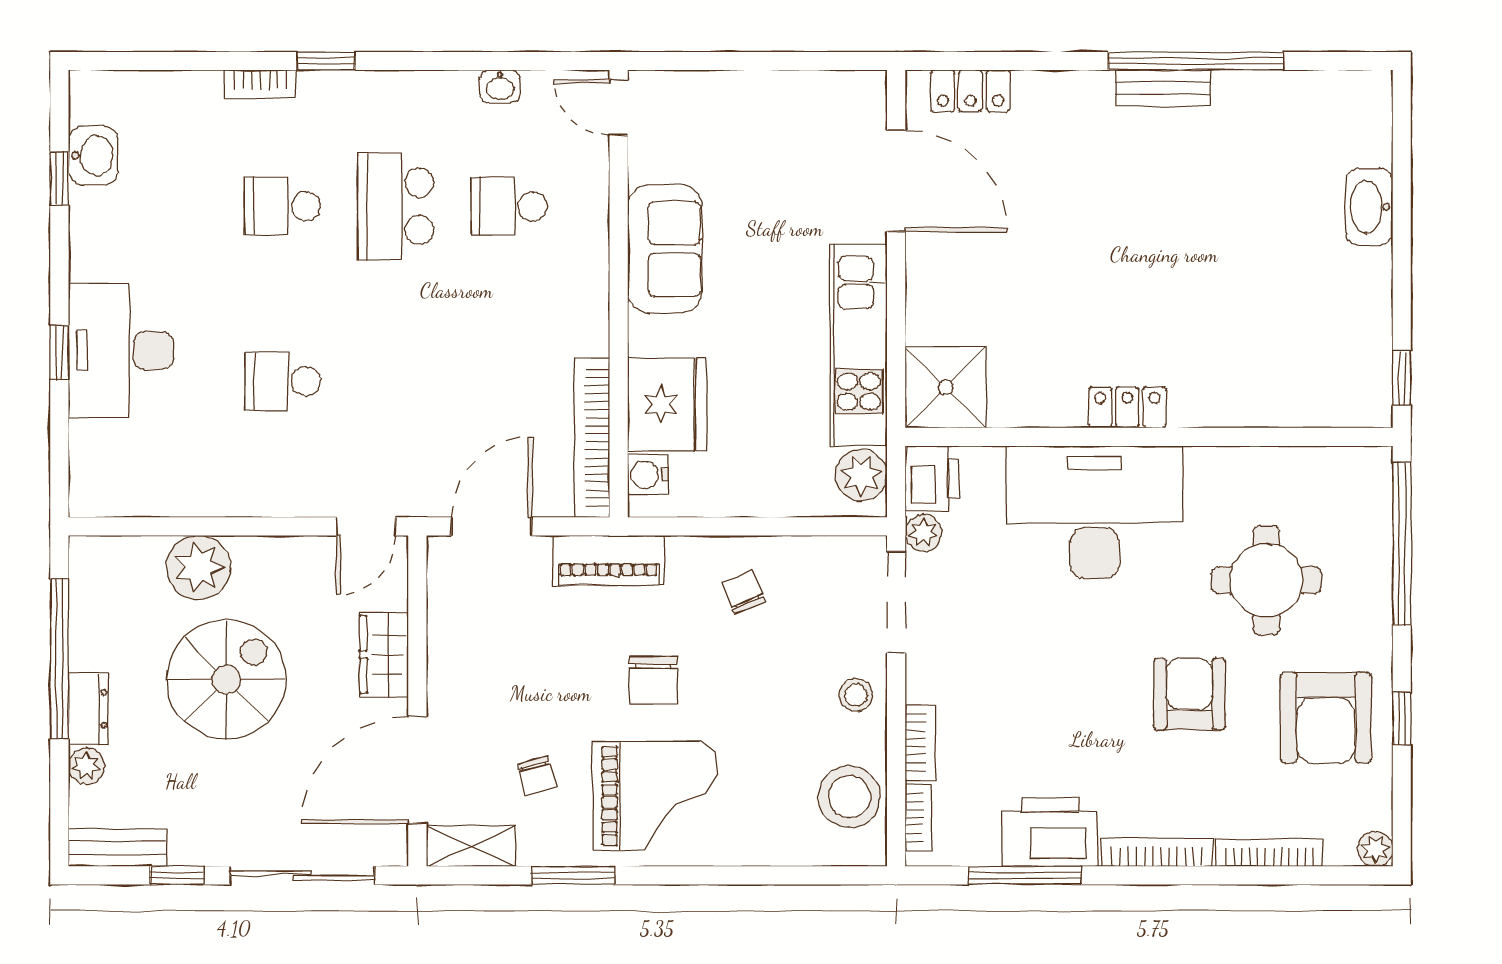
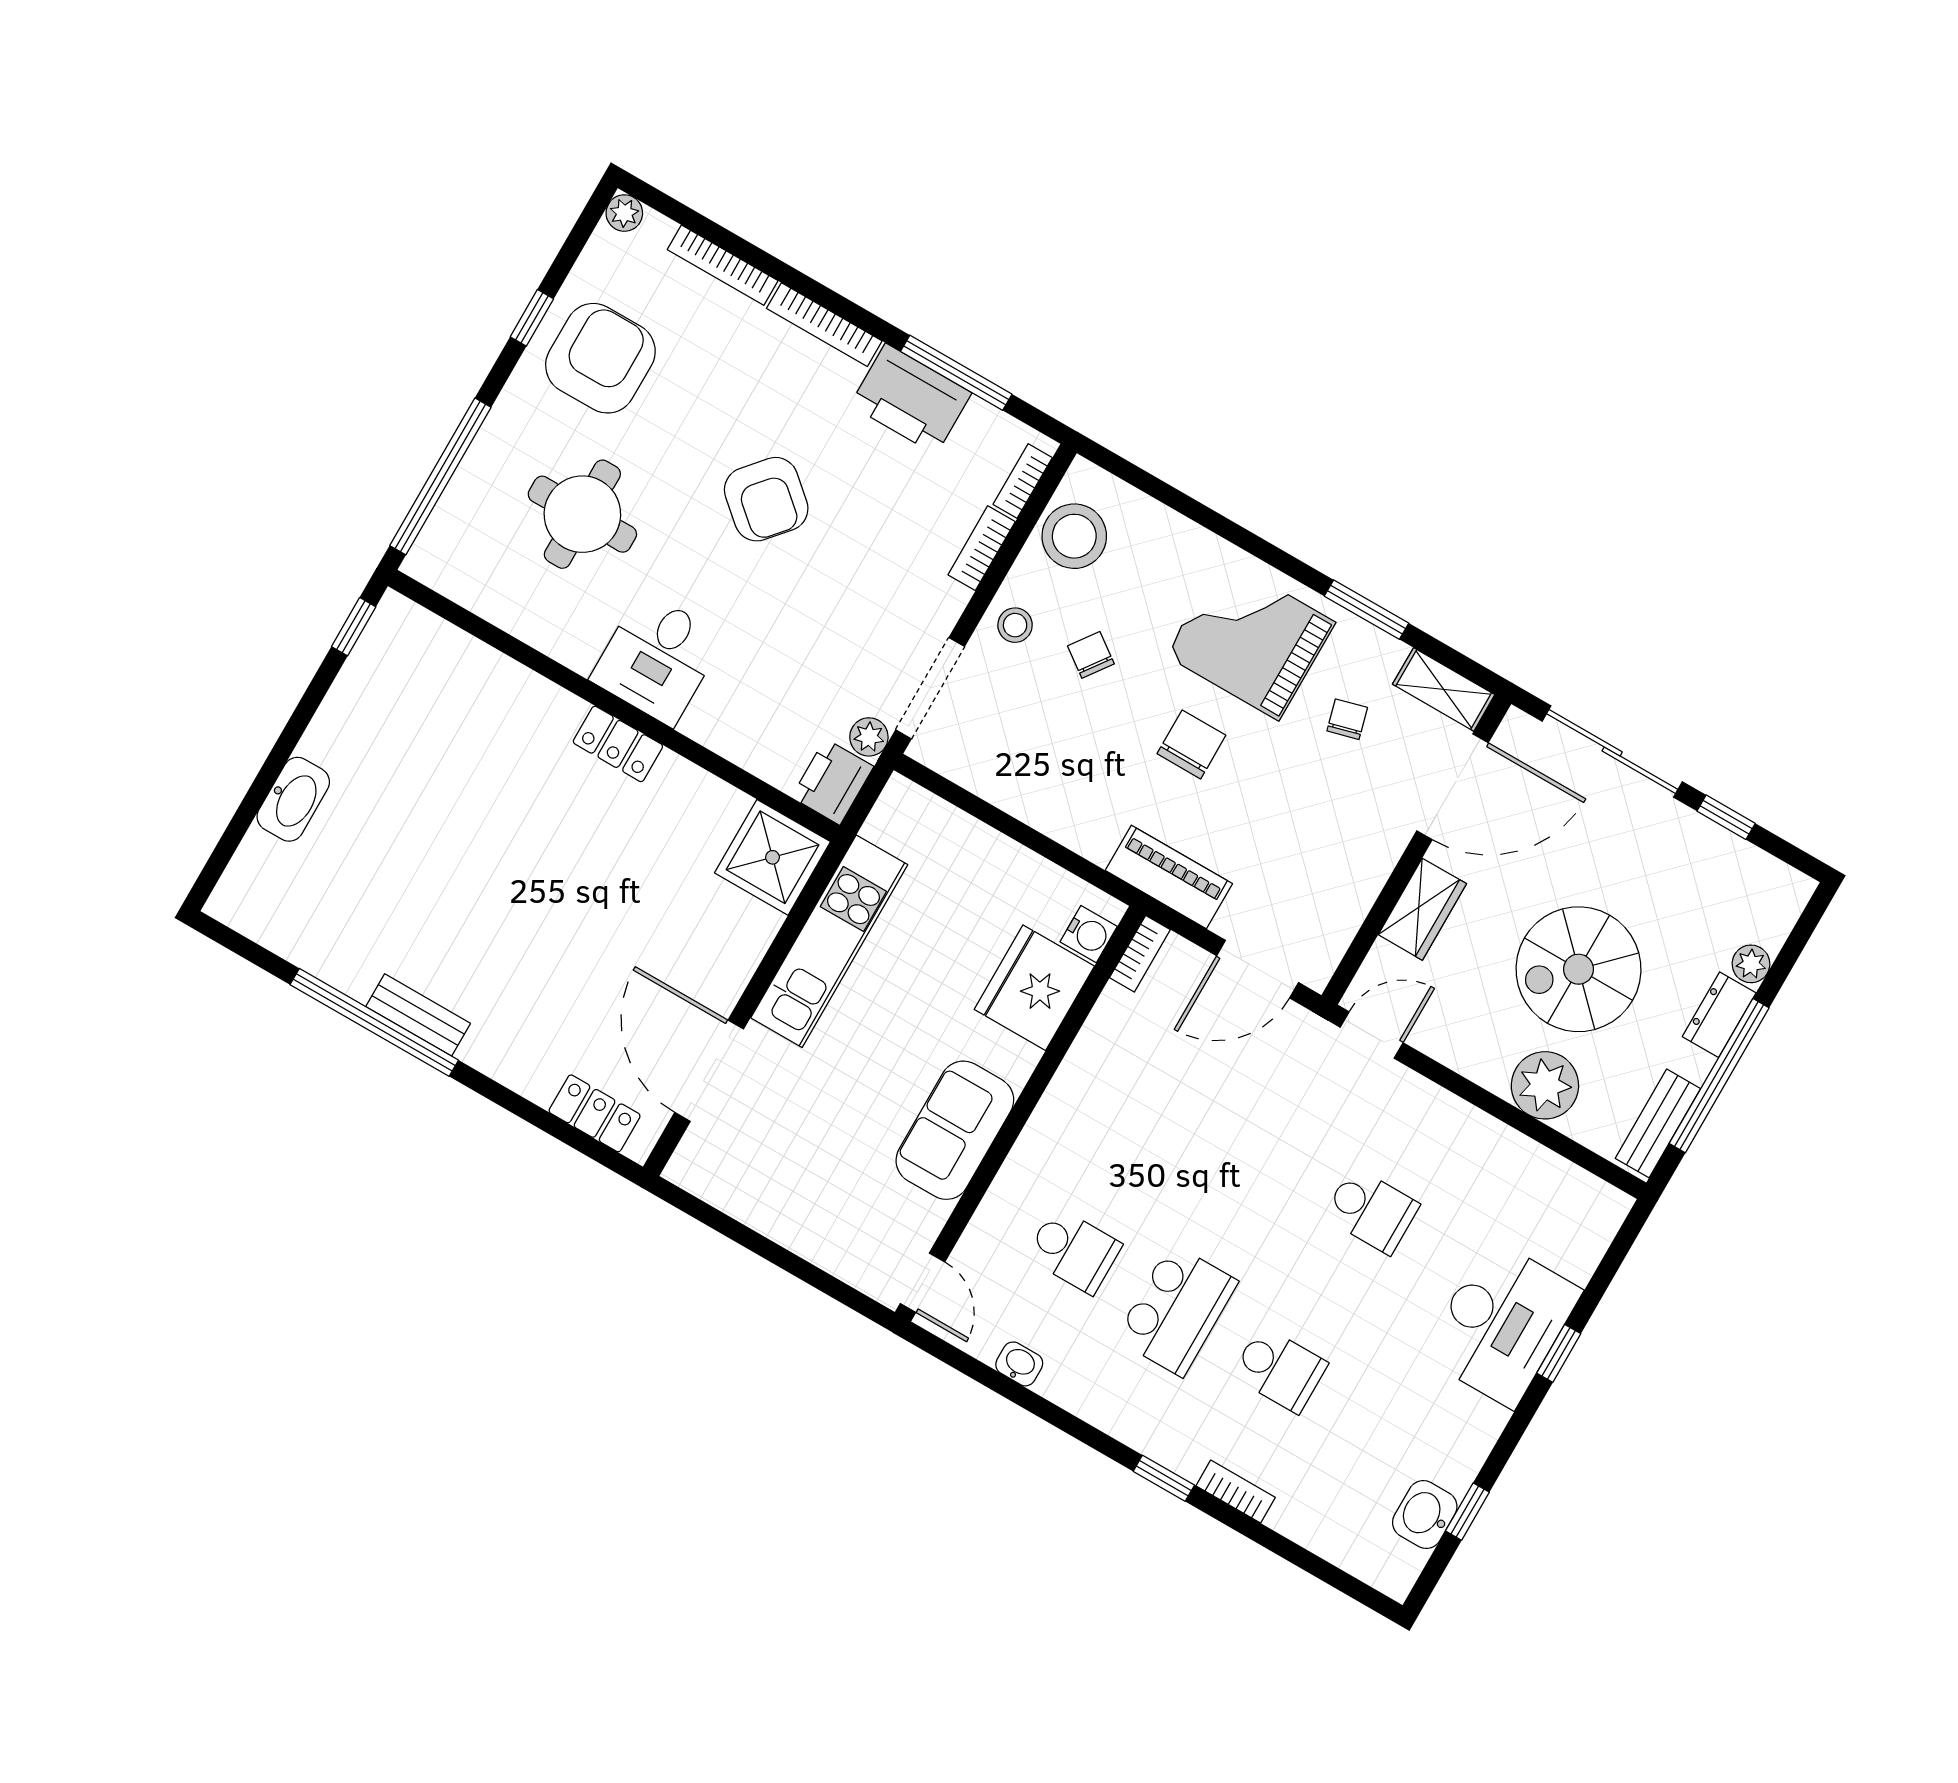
bookcase: (592, 438) -> (1140, 954), width x0.43, depth x0.76
plant: (861, 475) -> (895, 822), removed
desk: (1095, 512) -> (657, 658), width x0.53, depth x0.77
chair: (744, 592) -> (1091, 655), moved, turned 148
armchair: (1189, 694) -> (766, 499), moved, turned -49
bench: (117, 848) -> (1658, 1123), moved, turned 90

